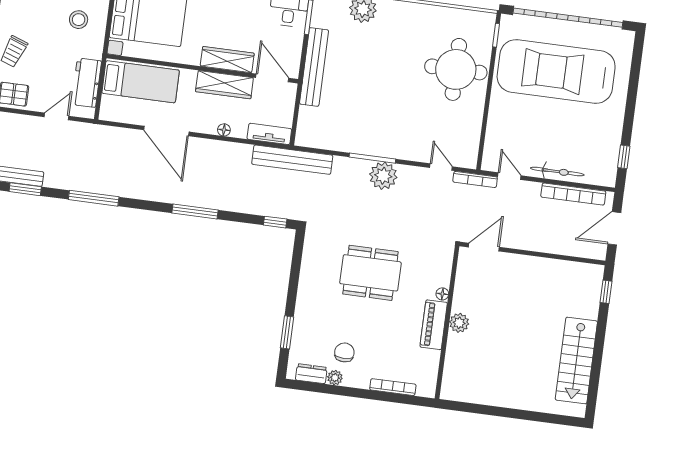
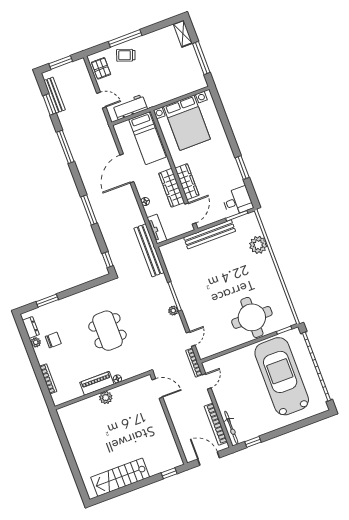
stool: (79, 20) -> (164, 83), removed
bicycle: (557, 171) -> (231, 428), moved
plant: (383, 176) -> (173, 311), width x0.53, depth x0.53

